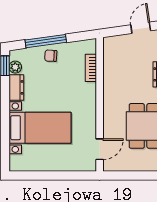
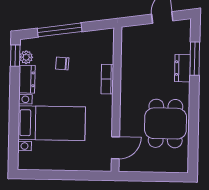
chair: (51, 56) -> (62, 63), moved
bookcase: (91, 68) -> (107, 79), moved

